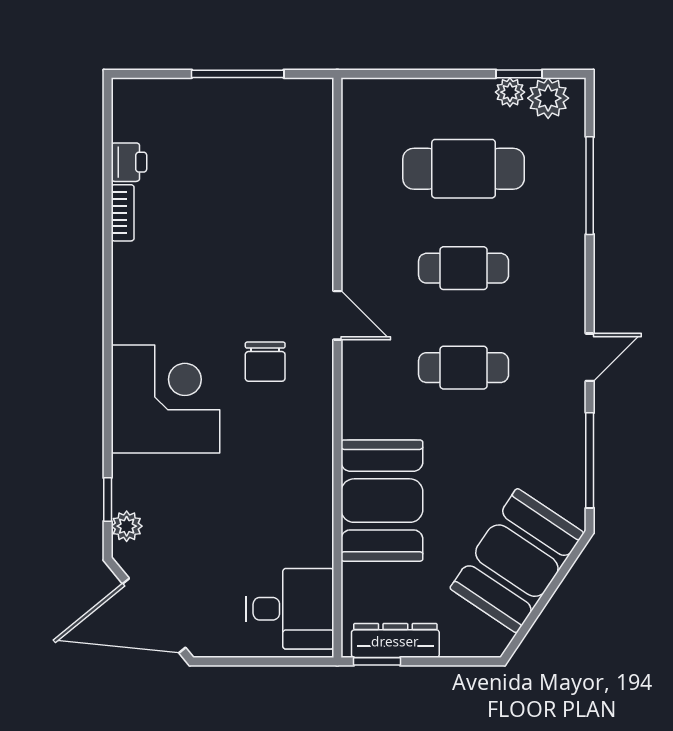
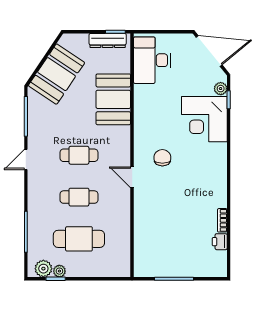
corner desk: (165, 399) -> (204, 119), moved
desk: (290, 609) -> (152, 60), width x1.37

